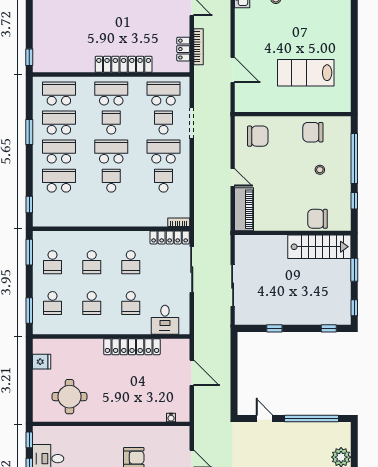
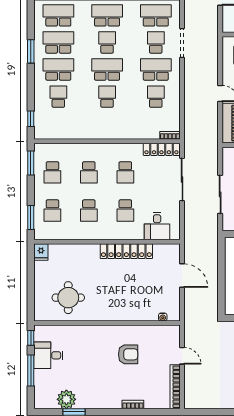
school desk: (59, 181) -> (58, 97), width x0.54
fridge: (42, 362) -> (41, 252), moved, turned 90

